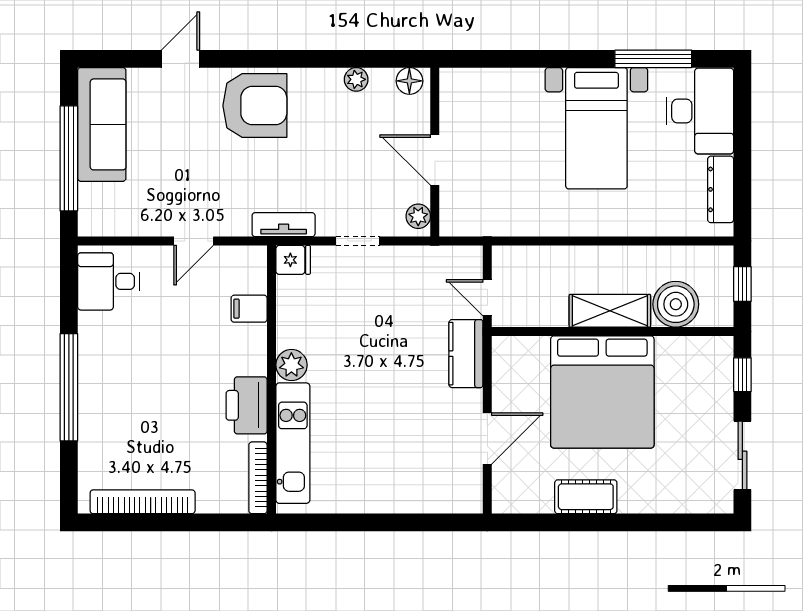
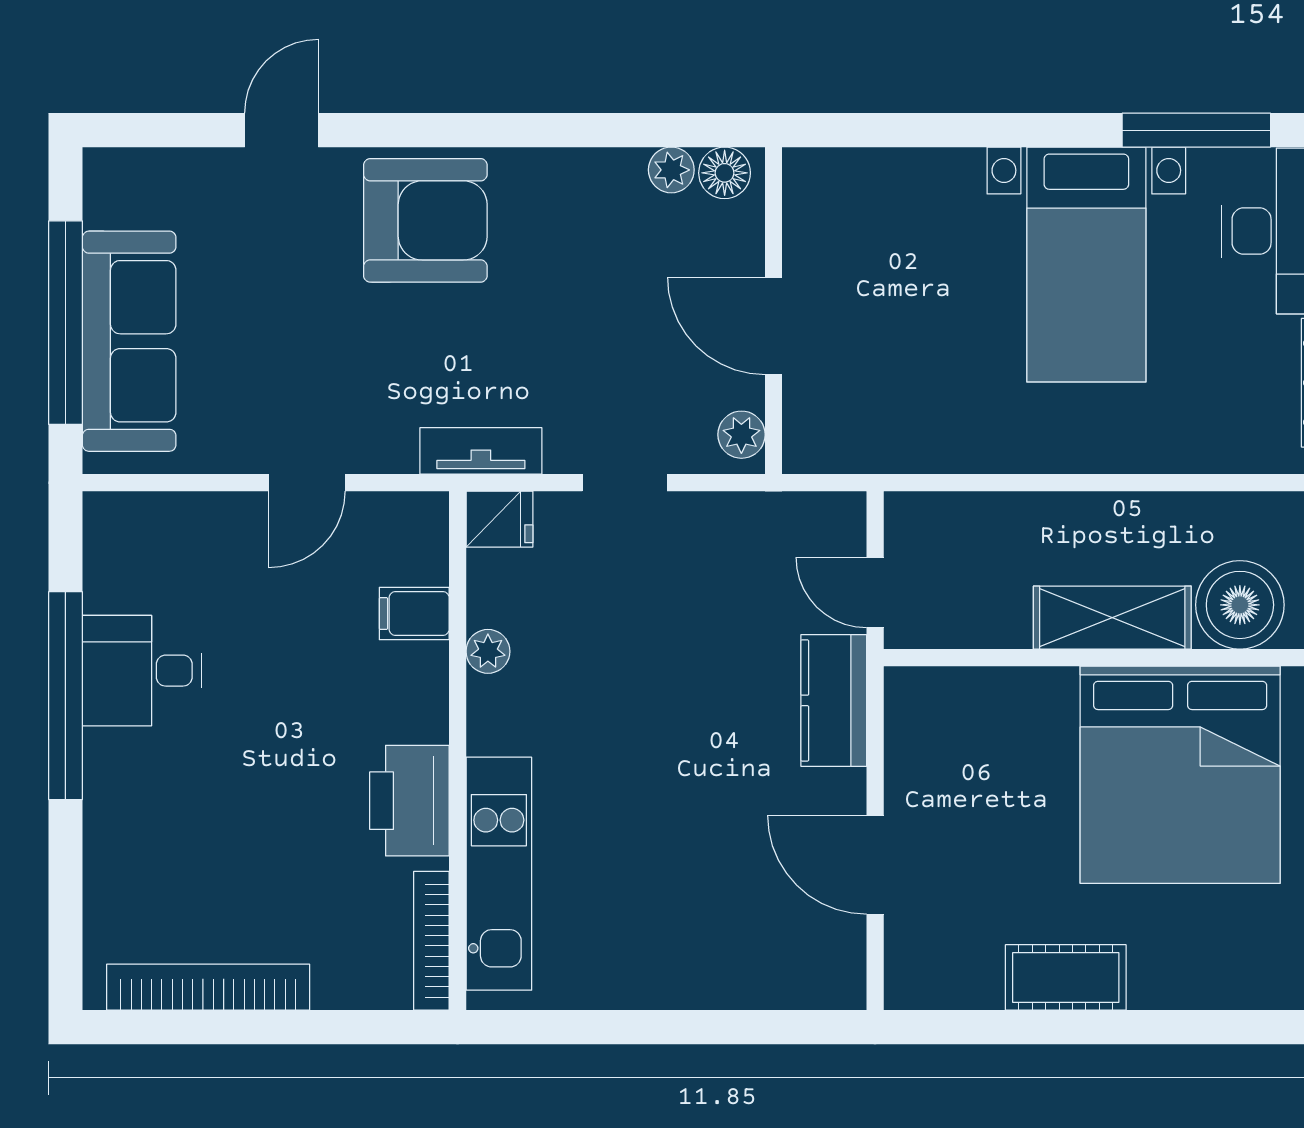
plant: (356, 79) -> (671, 170), moved
sofa: (102, 124) -> (129, 341), moved
desk: (108, 281) -> (142, 671), moved
plant: (291, 365) -> (488, 651), moved, width x0.73, depth x0.73
window: (69, 387) -> (65, 696), moved
bed: (602, 392) -> (1180, 775), moved
door: (487, 438) -> (875, 865), swing flipped

